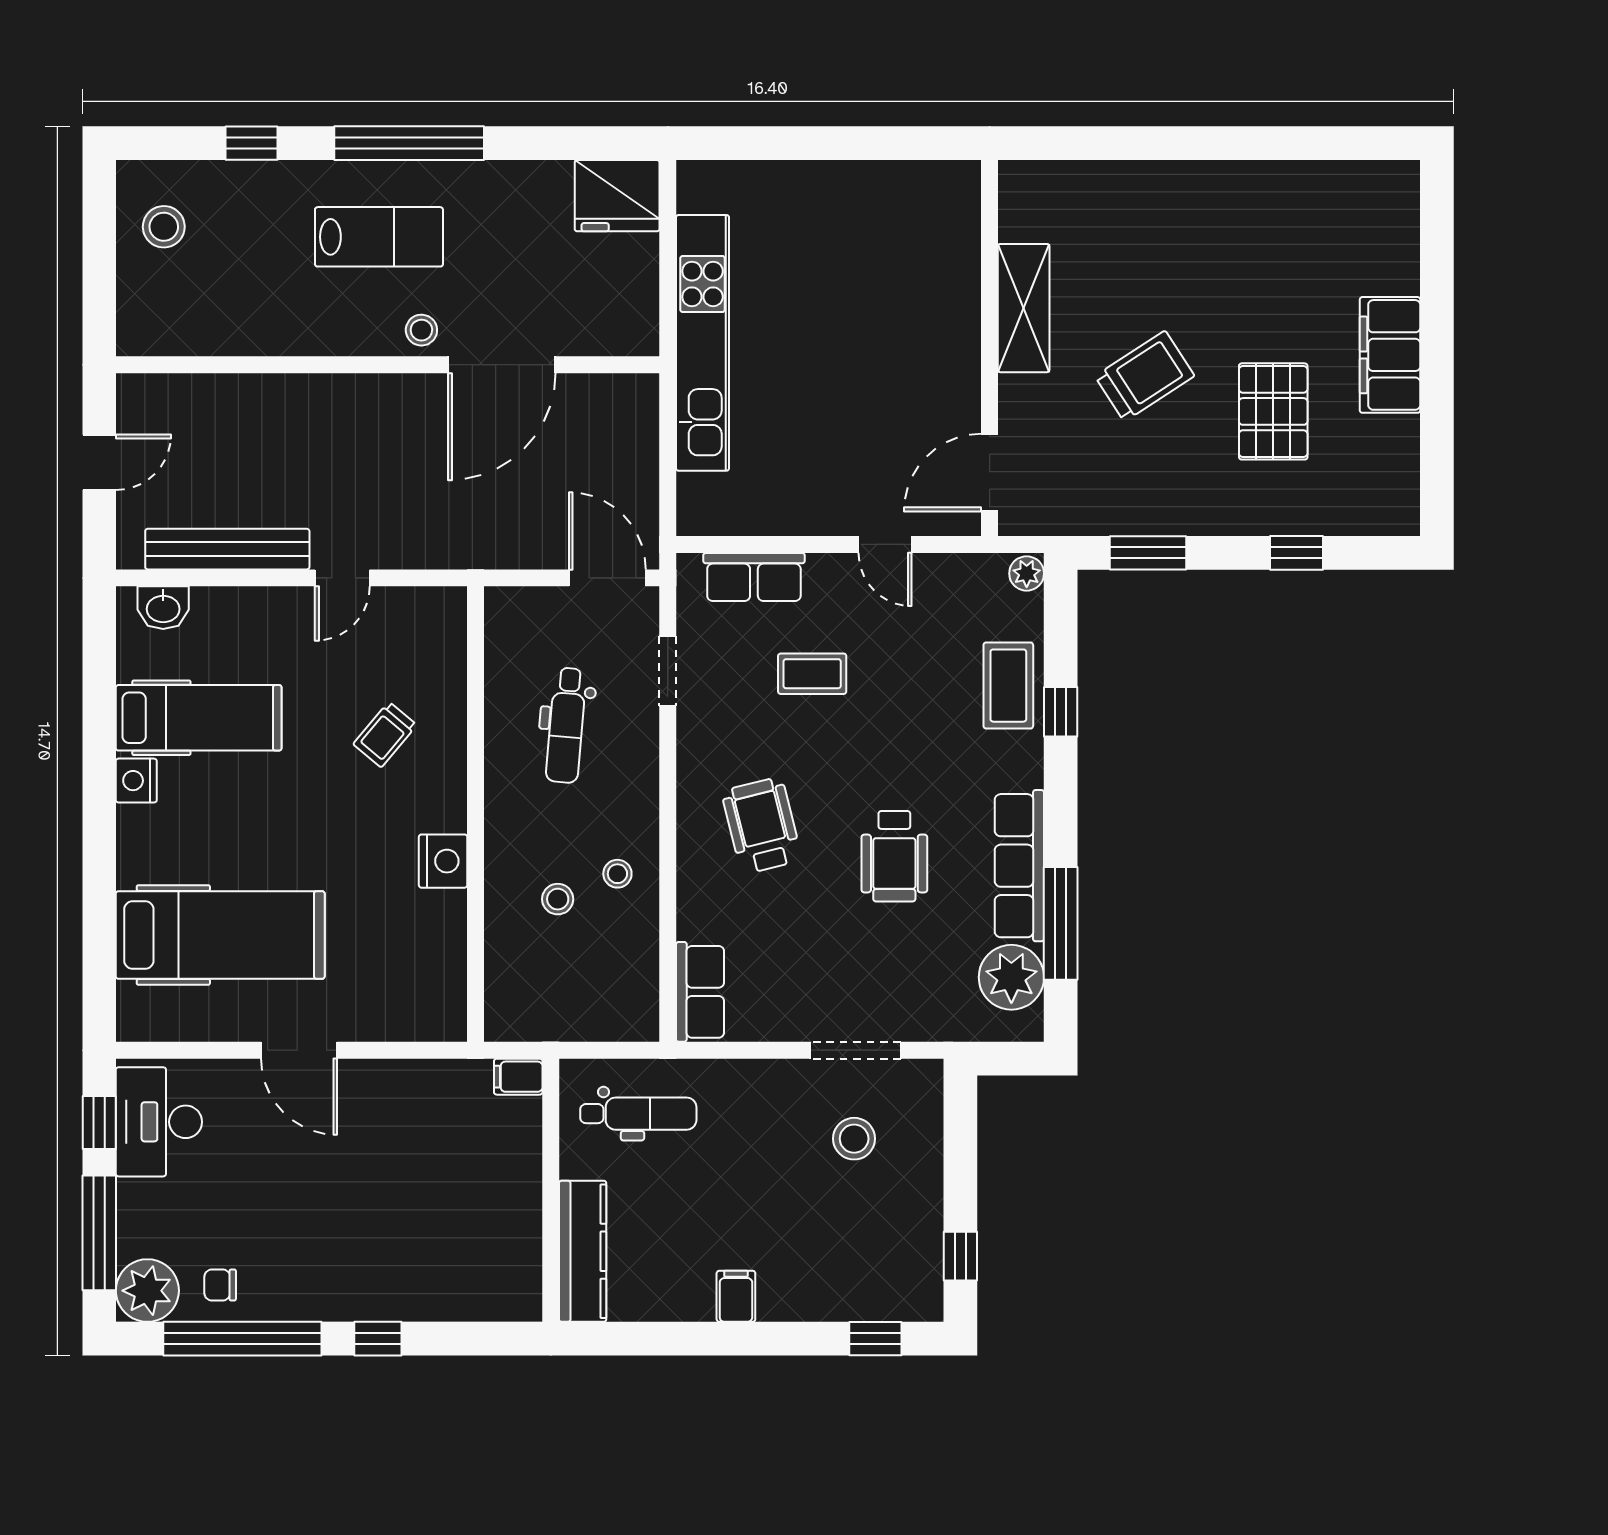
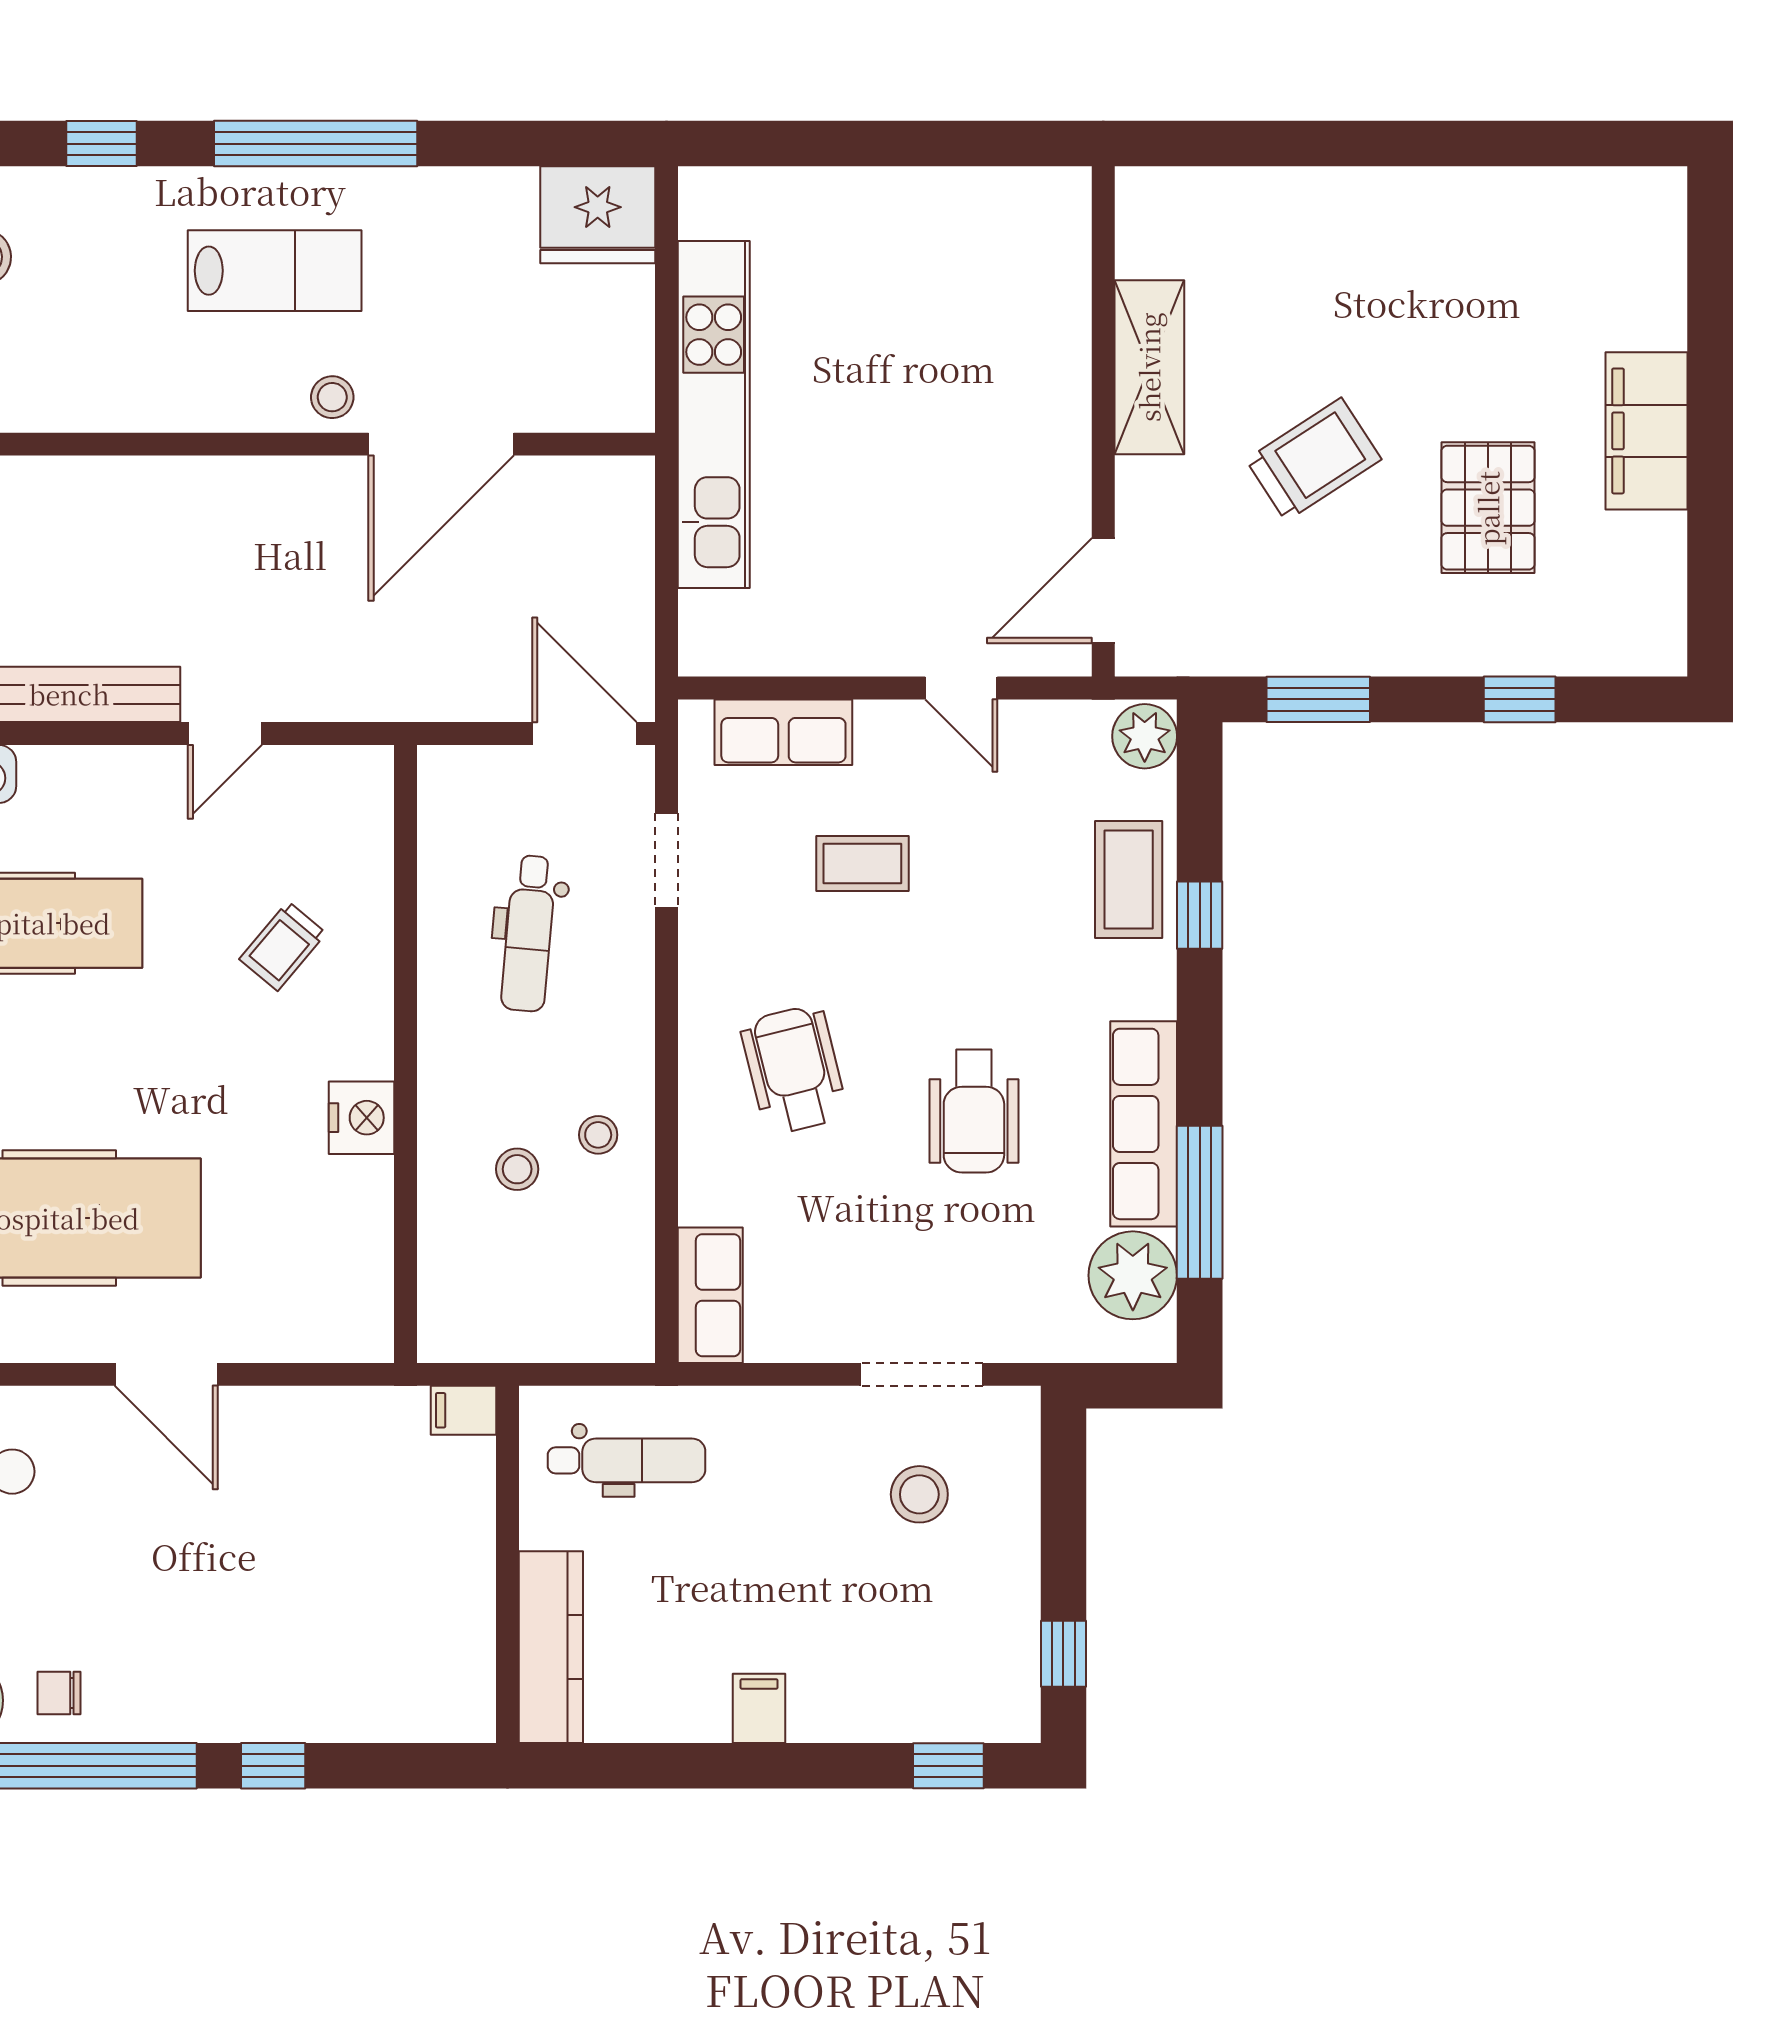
plant: (1027, 573) -> (1145, 736), width x1.38, depth x1.38

